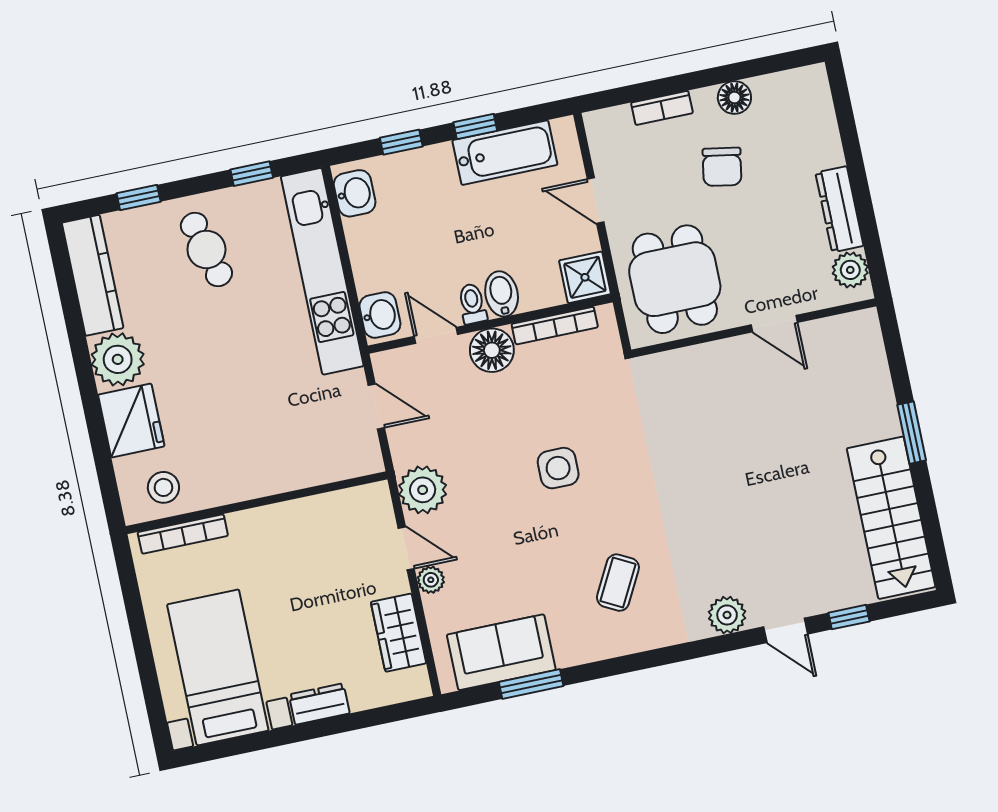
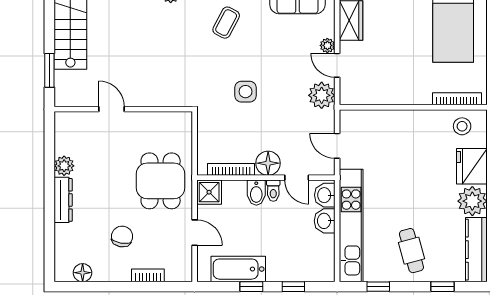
floor lamp: (734, 97) -> (83, 273), moved
washbasin: (355, 193) -> (325, 221), moved
door: (774, 324) -> (112, 109), moved
wall: (754, 328) -> (123, 109), moved

